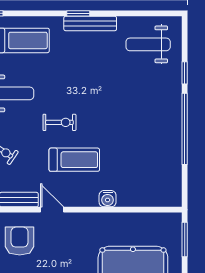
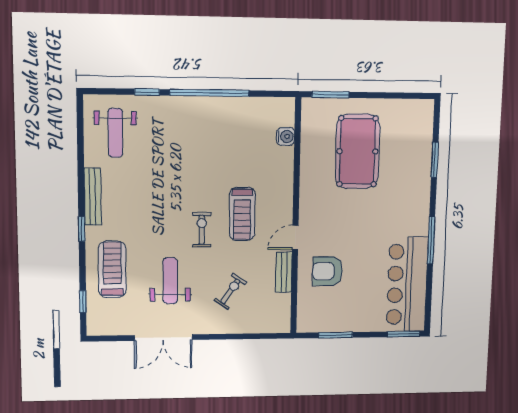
window: (78, 13) -> (82, 229), moved
treadmill: (74, 160) -> (242, 214), turned 180
water cooler: (108, 199) -> (285, 136), moved

